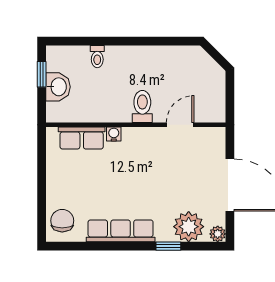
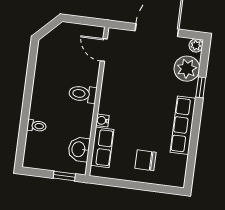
window: (42, 74) -> (64, 176), moved
washbasin: (58, 87) -> (79, 149), moved, turned -90
door: (180, 125) -> (104, 50), moved
chair: (62, 221) -> (145, 160), moved

